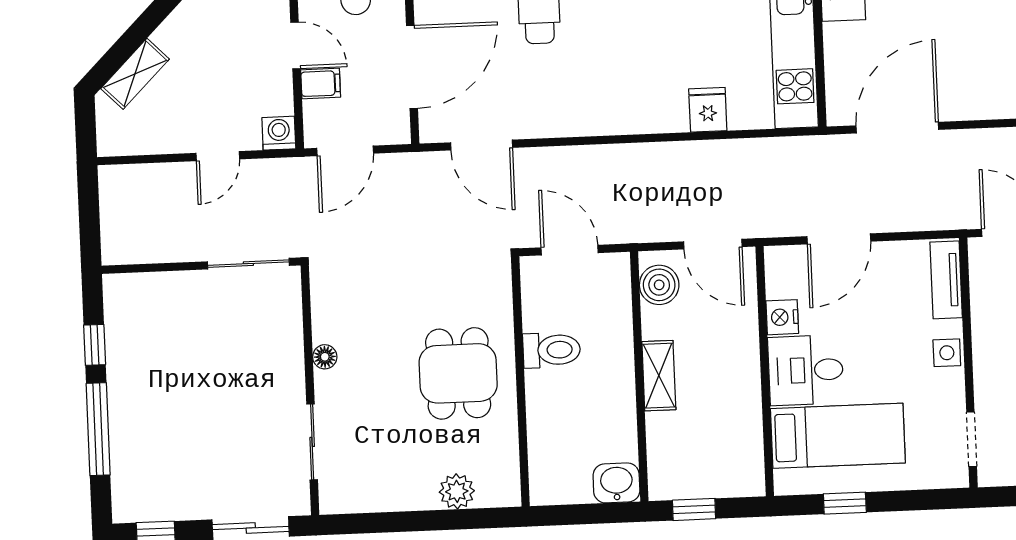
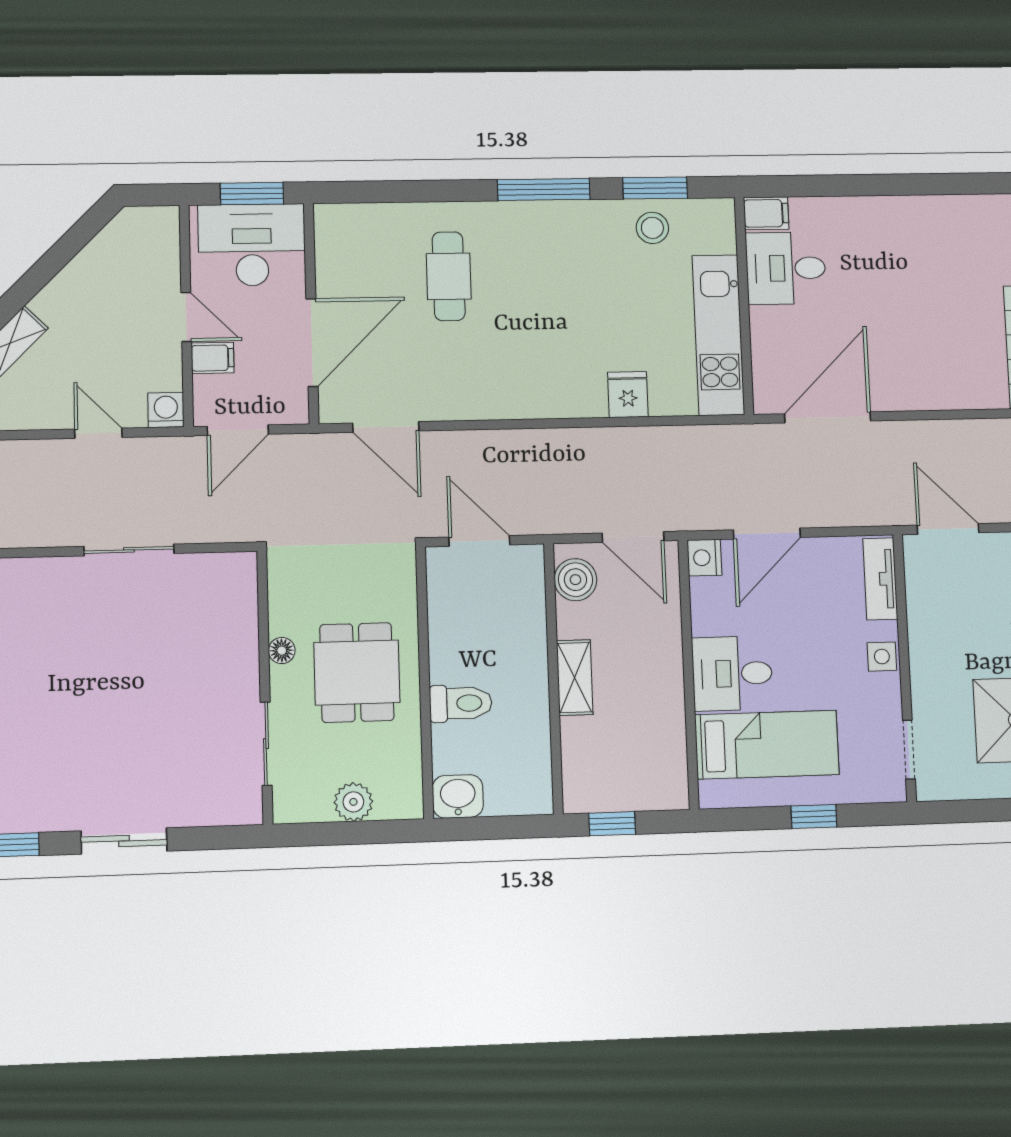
door: (218, 156) -> (98, 433), swing flipped
nightstand: (782, 317) -> (704, 558), moved
toilet: (552, 350) -> (461, 703), moved
floor lamp: (325, 357) -> (282, 651), moved
wall: (310, 390) -> (265, 687), moved
sliding door: (312, 442) -> (266, 744), moved
washbasin: (616, 483) -> (458, 796), moved
window: (845, 503) -> (814, 817), moved

